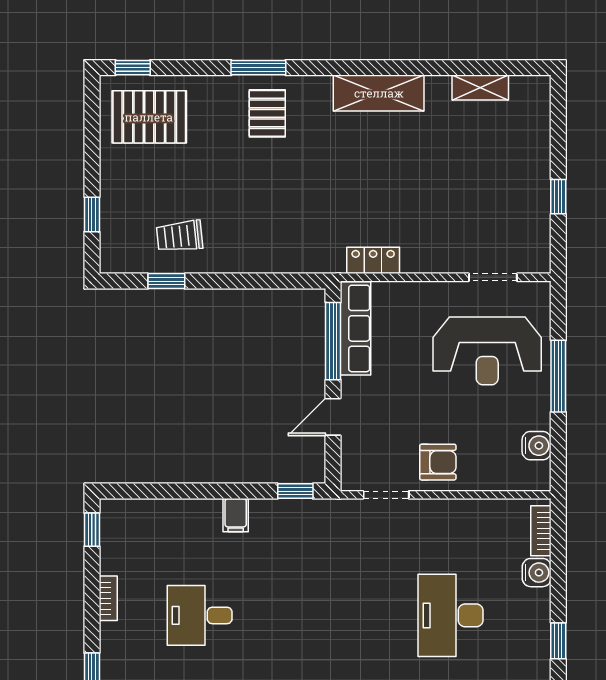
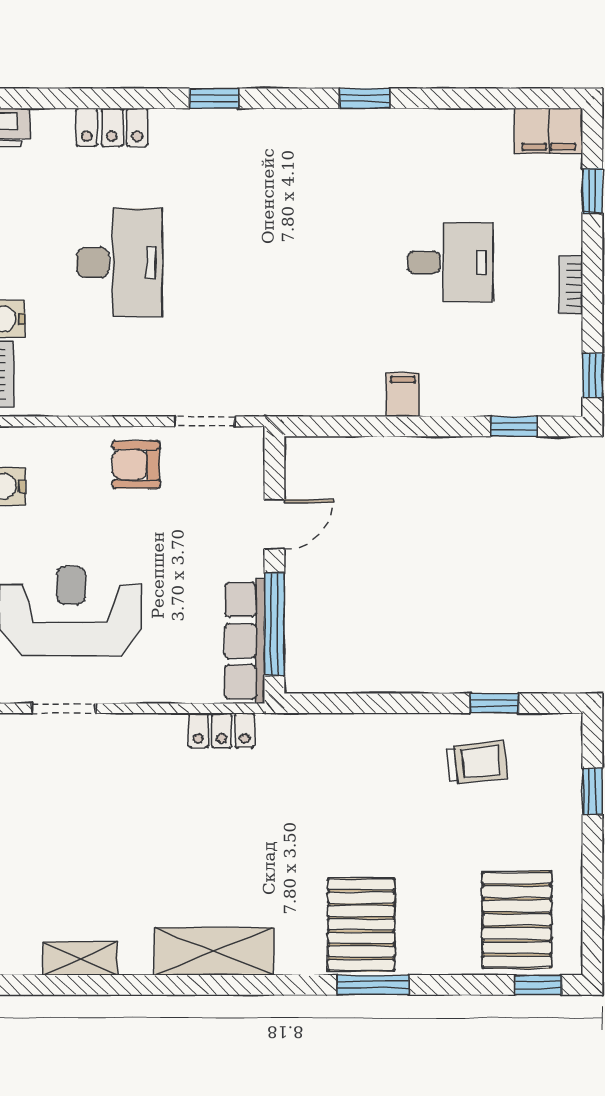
pallet: (267, 113) -> (361, 925), width x1.50, depth x1.42
pallet: (149, 117) -> (517, 920), turned 90
window: (295, 491) -> (514, 426), moved

